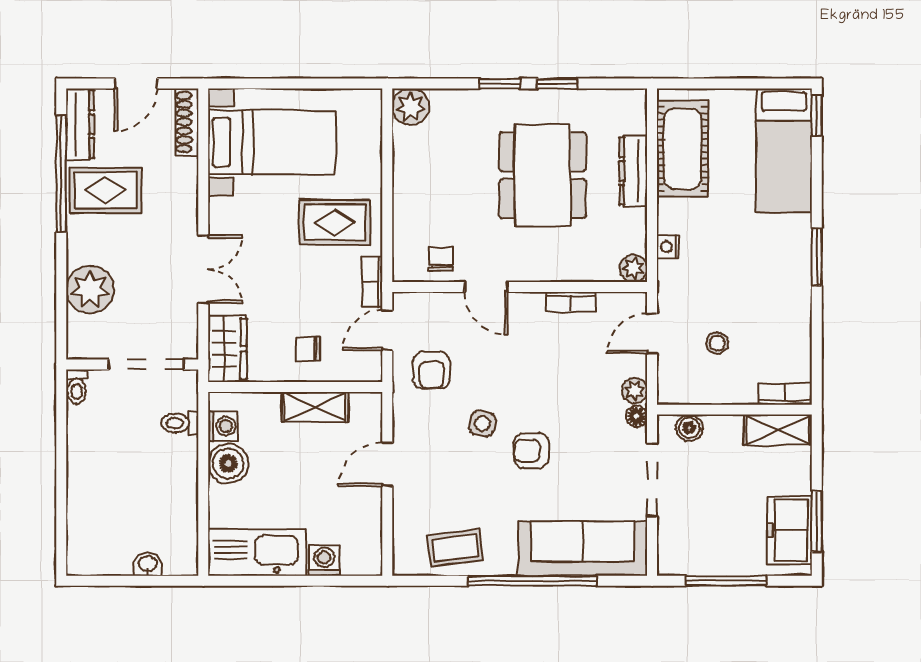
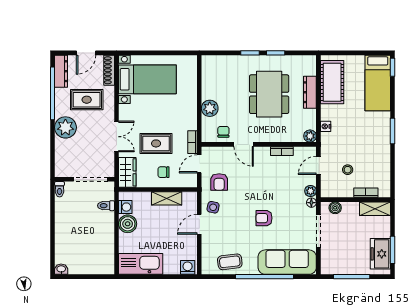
plant: (411, 107) -> (210, 108), moved
rug: (106, 190) -> (87, 100), moved
rug: (335, 222) -> (156, 143), moved
plant: (90, 290) -> (65, 127), moved
bookcase: (785, 394) -> (366, 193), moved
side table: (482, 424) -> (213, 207), moved
washing machine: (324, 560) -> (188, 267), moved
washbasin: (148, 564) -> (61, 269), moved

